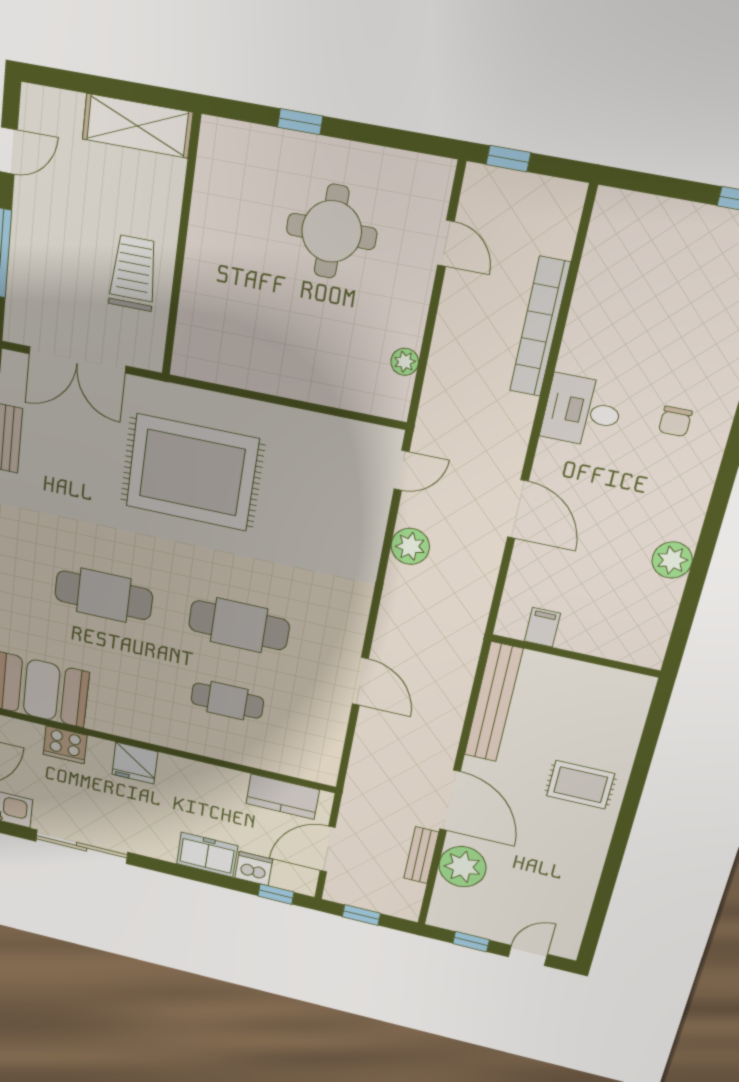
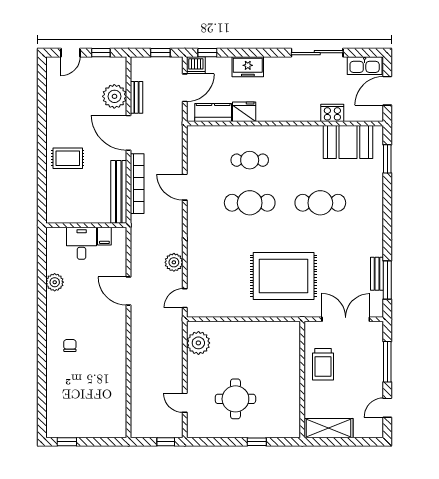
bookcase: (540, 327) -> (137, 184), moved
plant: (405, 362) -> (198, 343), width x1.87, depth x1.87
desk: (582, 411) -> (82, 243), moved, turned -90
fridge: (135, 763) -> (244, 112), moved
dishwasher: (254, 869) -> (196, 65), moved

